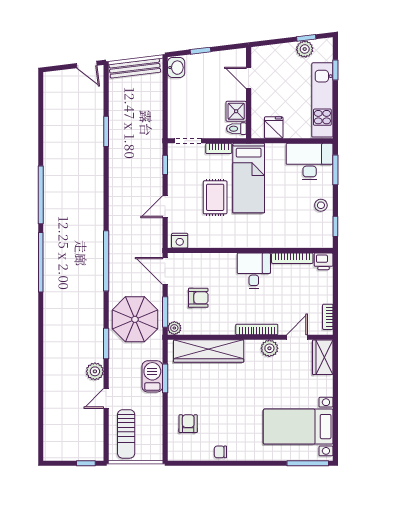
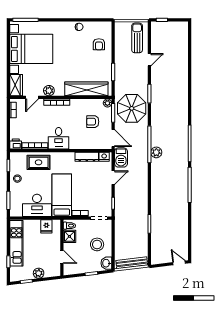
plant: (305, 49) -> (39, 273), moved
door: (87, 64) -> (179, 263), moved
stool: (191, 98) -> (97, 244), added
desk: (310, 162) -> (37, 205), moved
rug: (215, 197) -> (39, 162), moved, turned 90
dresser: (208, 241) -> (87, 157), added
plant: (95, 371) -> (156, 152), moved
barbecue: (152, 376) -> (121, 157), moved
bed with nightstands: (298, 427) -> (31, 49), width x1.36

